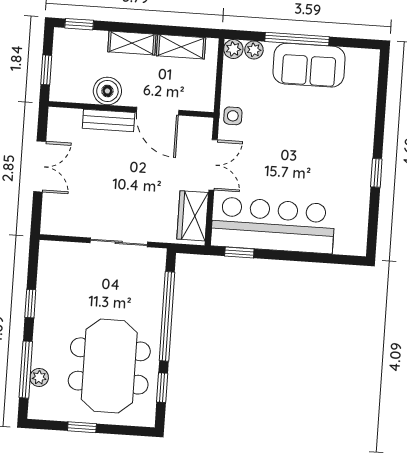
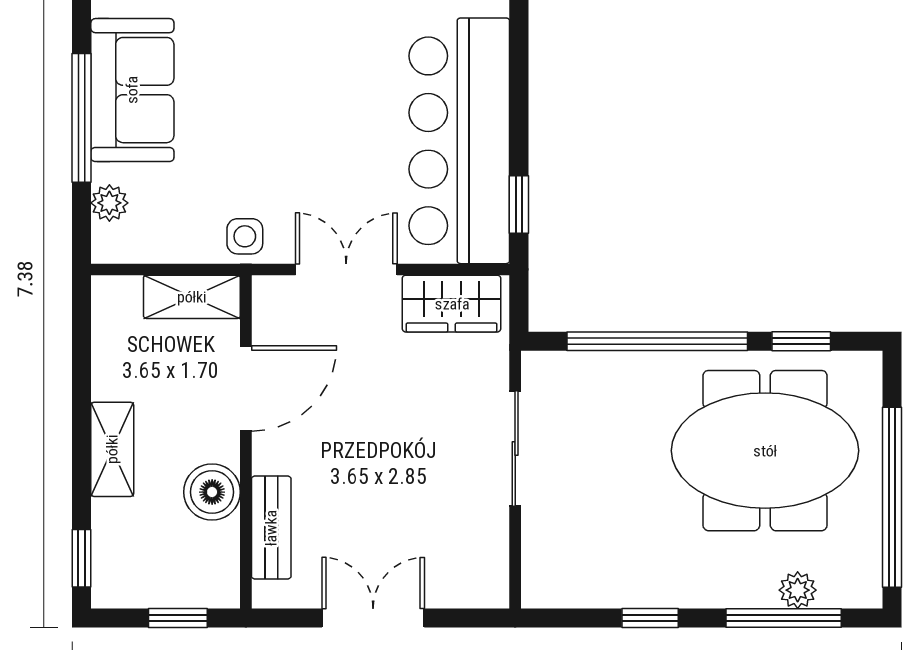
shelving: (181, 47) -> (192, 297), moved, turned 90
plant: (233, 49) -> (110, 244), removed
bench: (109, 120) -> (271, 528), moved
window: (82, 427) -> (892, 497), width x3.17

